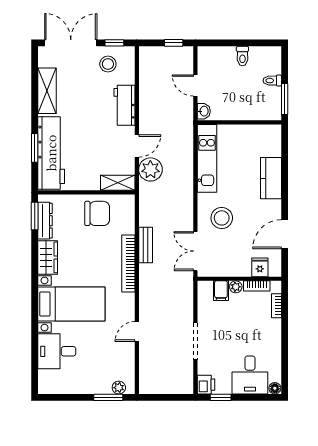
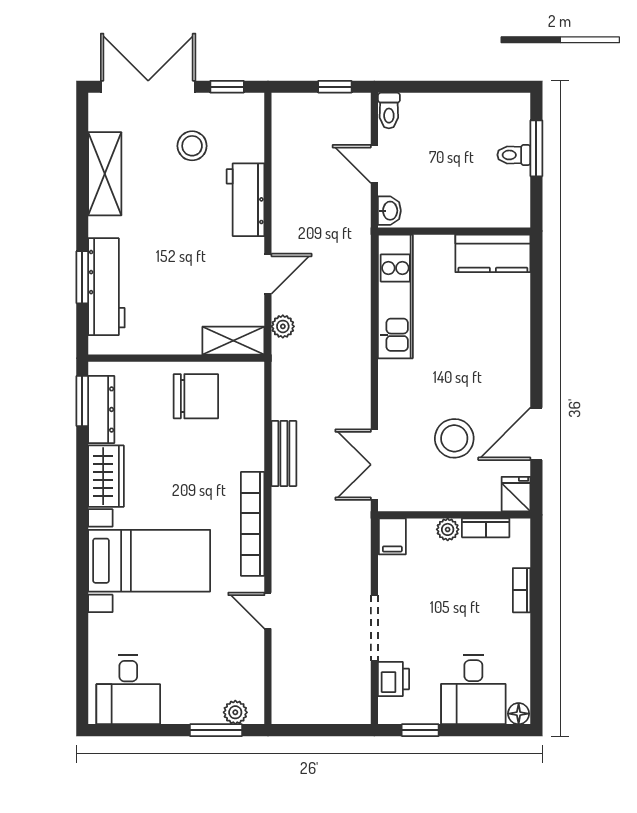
toilet: (242, 56) -> (389, 111), moved
stool: (108, 64) -> (192, 146), moved
window: (285, 99) -> (536, 148), moved
workbench: (51, 153) -> (106, 287), width x0.73, depth x0.76
plant: (150, 169) -> (283, 326), width x0.53, depth x0.53
kitchen counter: (271, 178) -> (493, 253), moved, turned -90
stool: (222, 218) -> (454, 438), moved
bookcase: (128, 263) -> (253, 524), moved
fridge: (260, 267) -> (516, 494), moved
filing cabinet: (221, 291) -> (392, 536), moved
bookcase: (277, 306) -> (522, 590), moved
door: (137, 331) -> (268, 611), hinge flipped
desk: (57, 351) -> (128, 690), moved, turned -90
printer: (206, 385) -> (394, 679), moved

